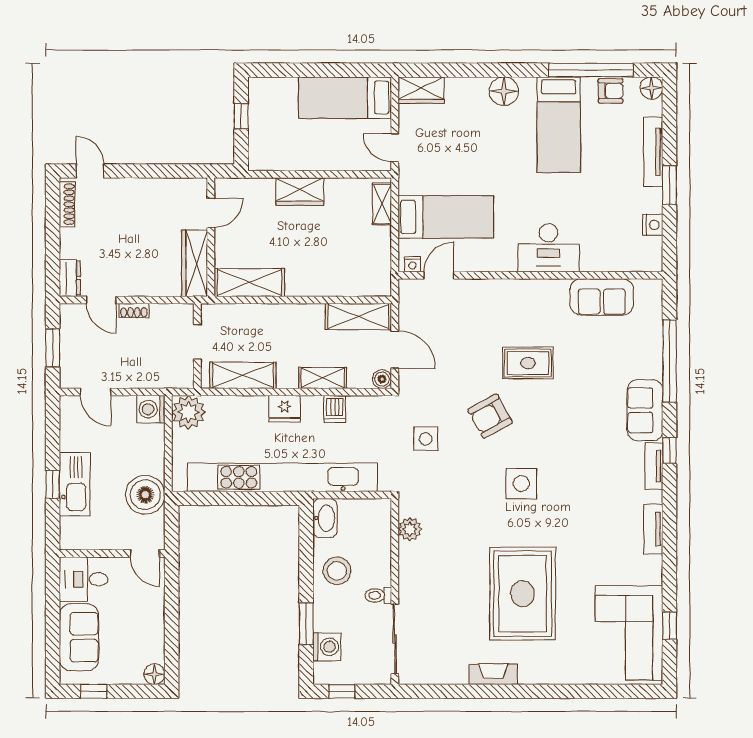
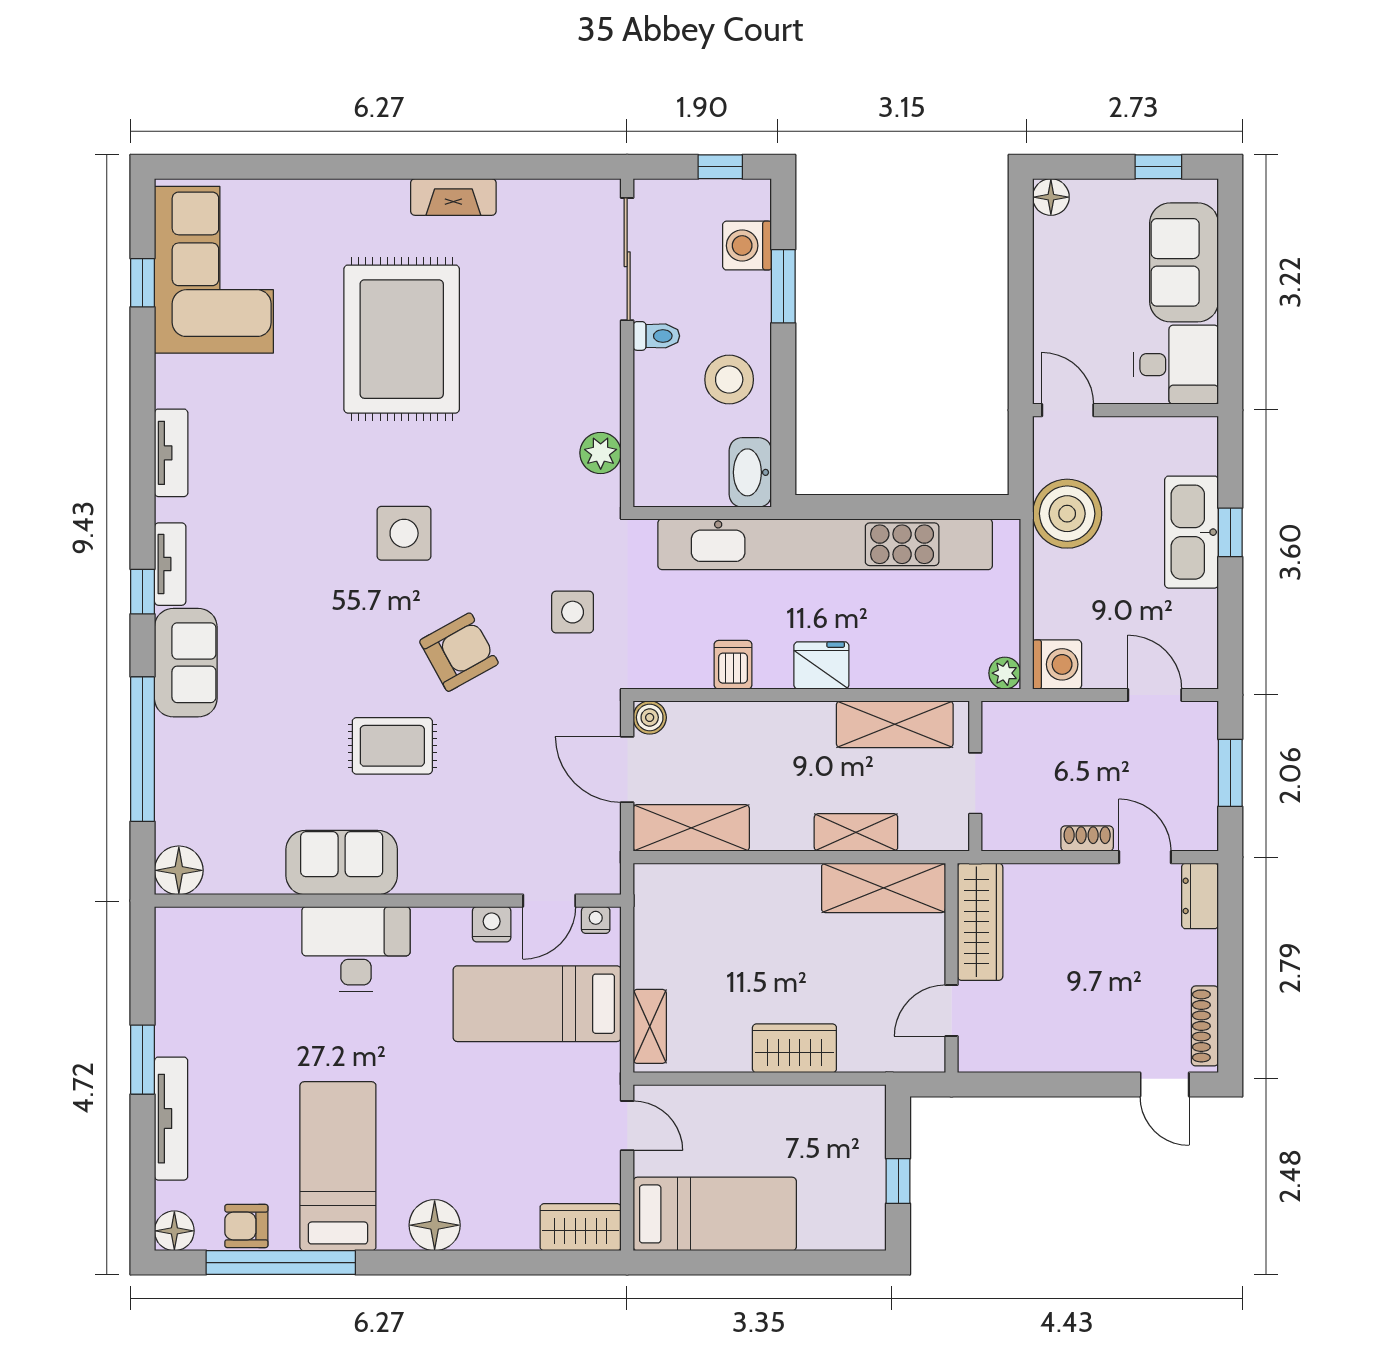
nightstand: (653, 225) -> (492, 924), moved, turned 90
floor lamp: (649, 292) -> (179, 870), added
sofa: (602, 297) -> (342, 863), moved
shelving: (323, 378) -> (856, 832), moved
plant: (188, 412) -> (1005, 673), width x0.53, depth x0.53

